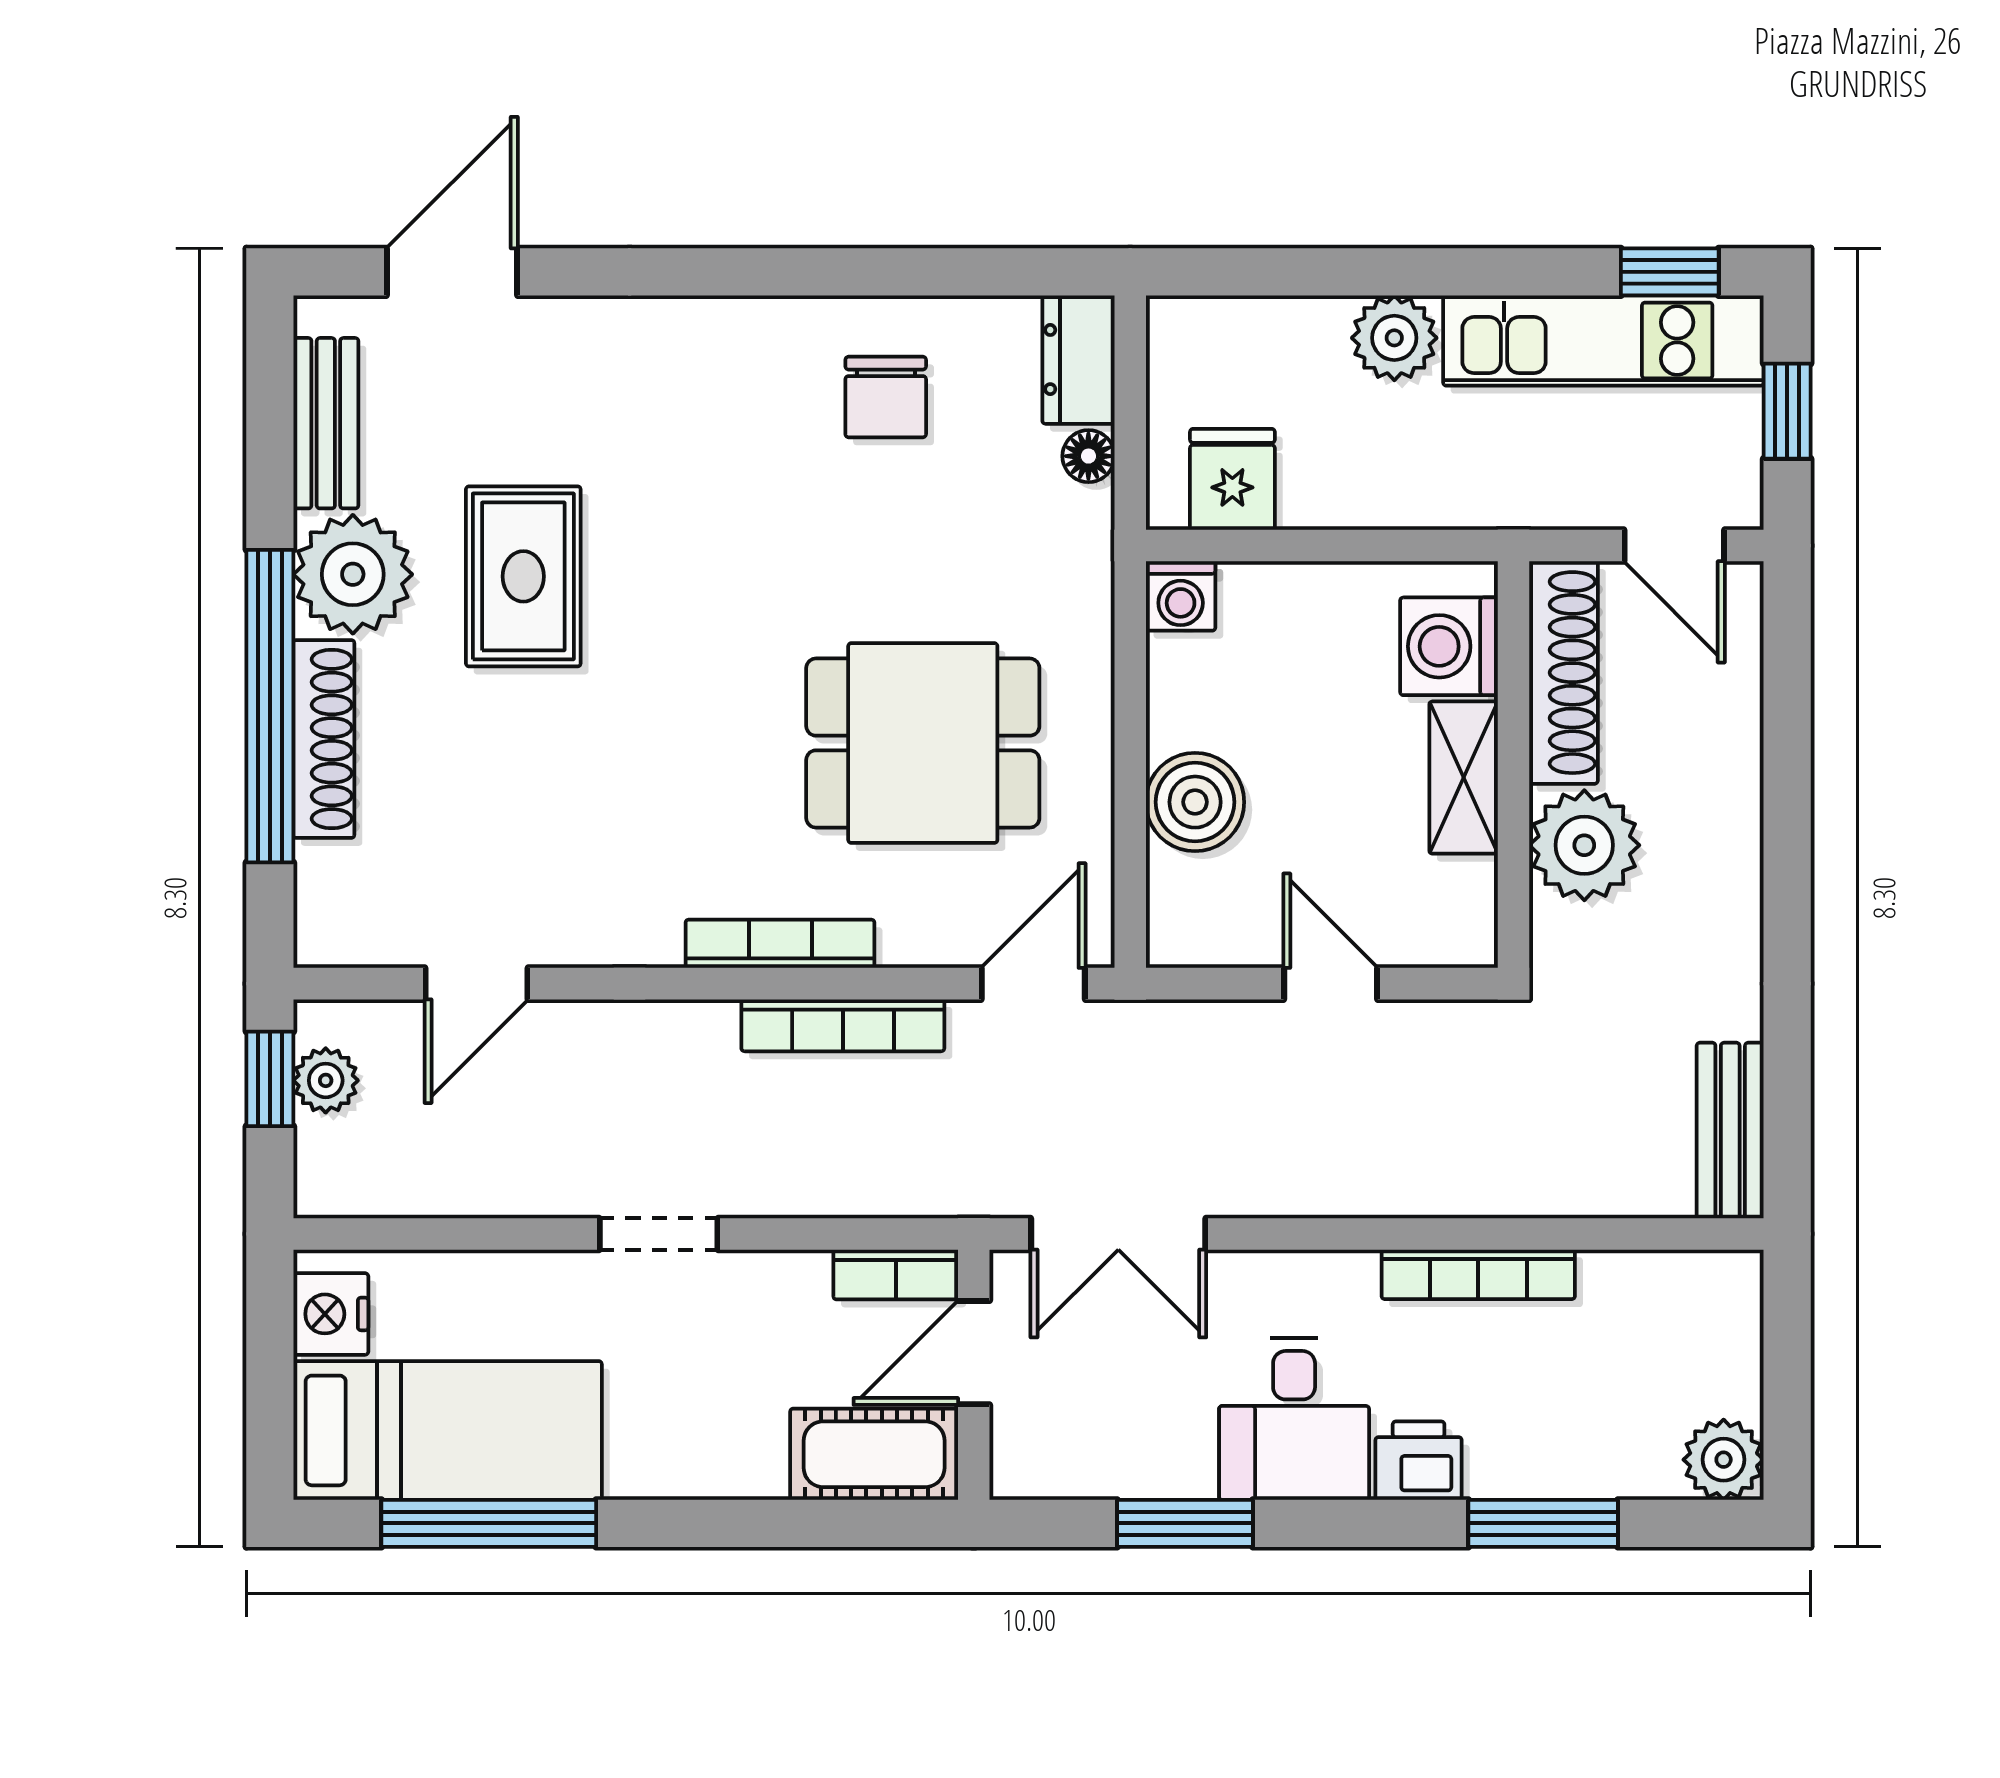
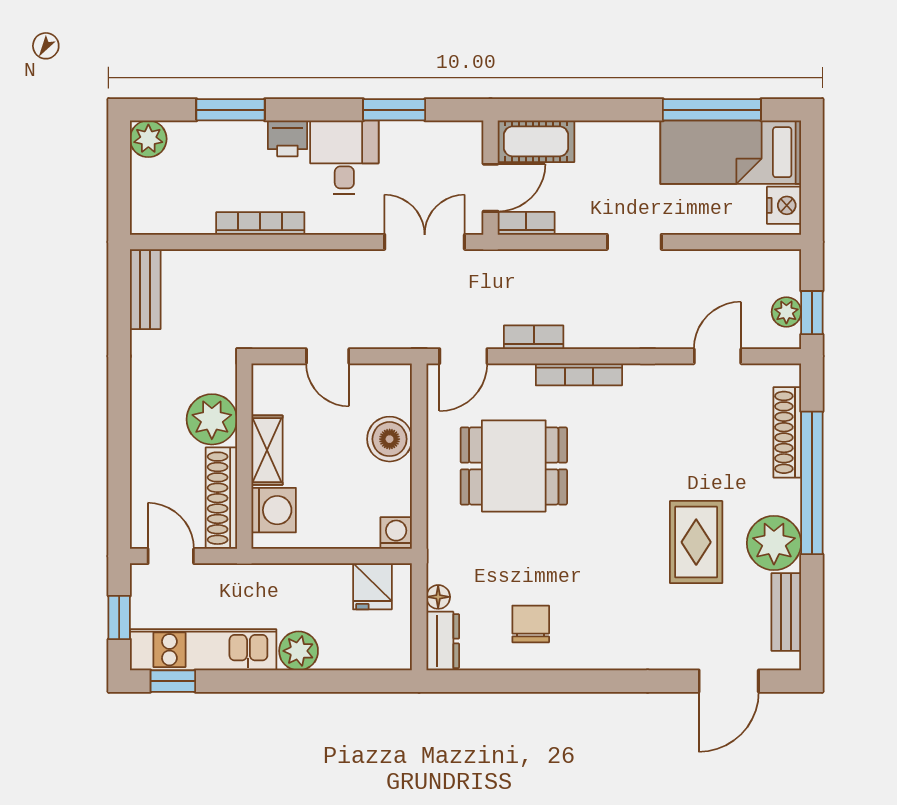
shoe rack: (324, 739) -> (787, 432), moved
bookcase: (843, 1025) -> (534, 337), width x0.64

